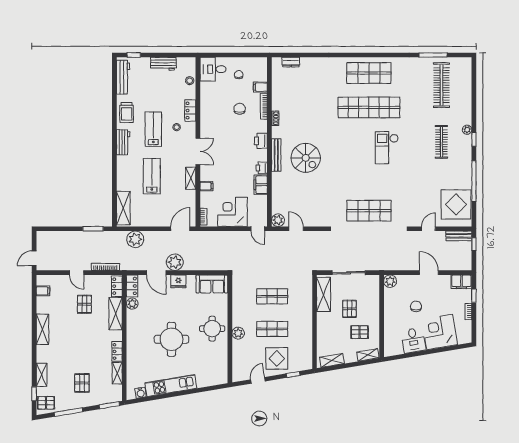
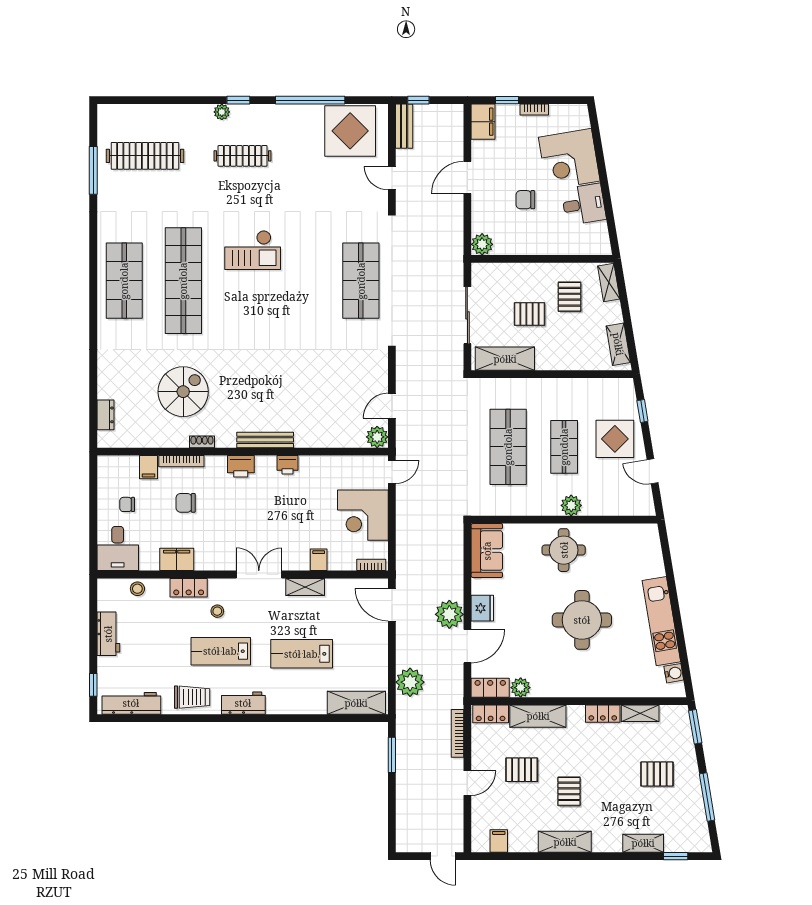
spiral stairs: (306, 158) -> (183, 392), moved
filing cabinet: (261, 185) -> (177, 559), moved, turned 180
shop shelf: (272, 296) -> (508, 447), width x1.43, depth x1.36
pallet: (46, 403) -> (569, 791), moved

